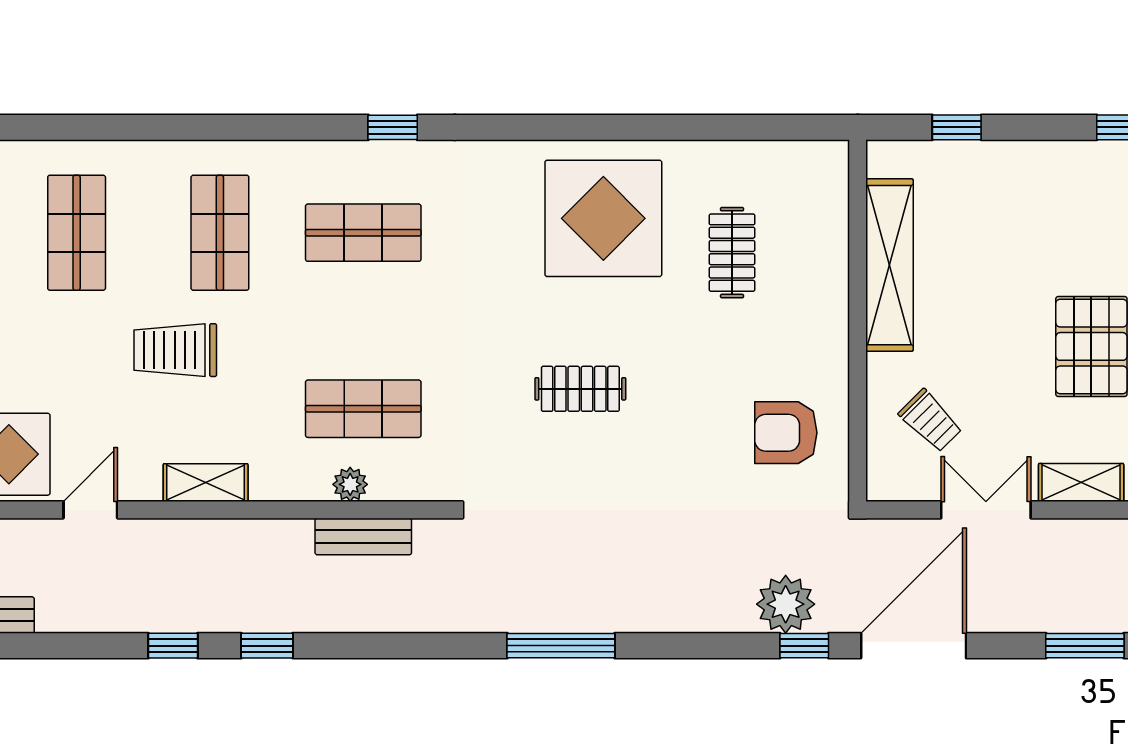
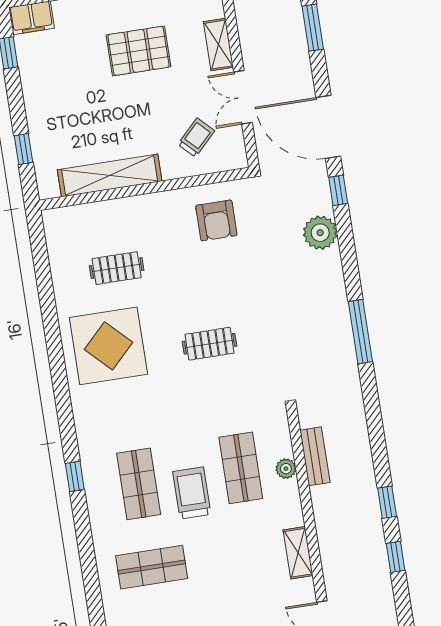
trolley: (175, 350) -> (192, 493), moved, turned 180
clothes rail: (580, 389) -> (210, 344), turned 90
plant: (786, 604) -> (320, 233), moved

